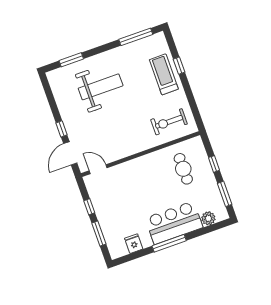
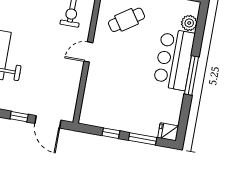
door: (98, 169) -> (88, 52), moved
cafe table: (183, 169) -> (127, 20), turned -34
fridge: (134, 244) -> (168, 132), moved

